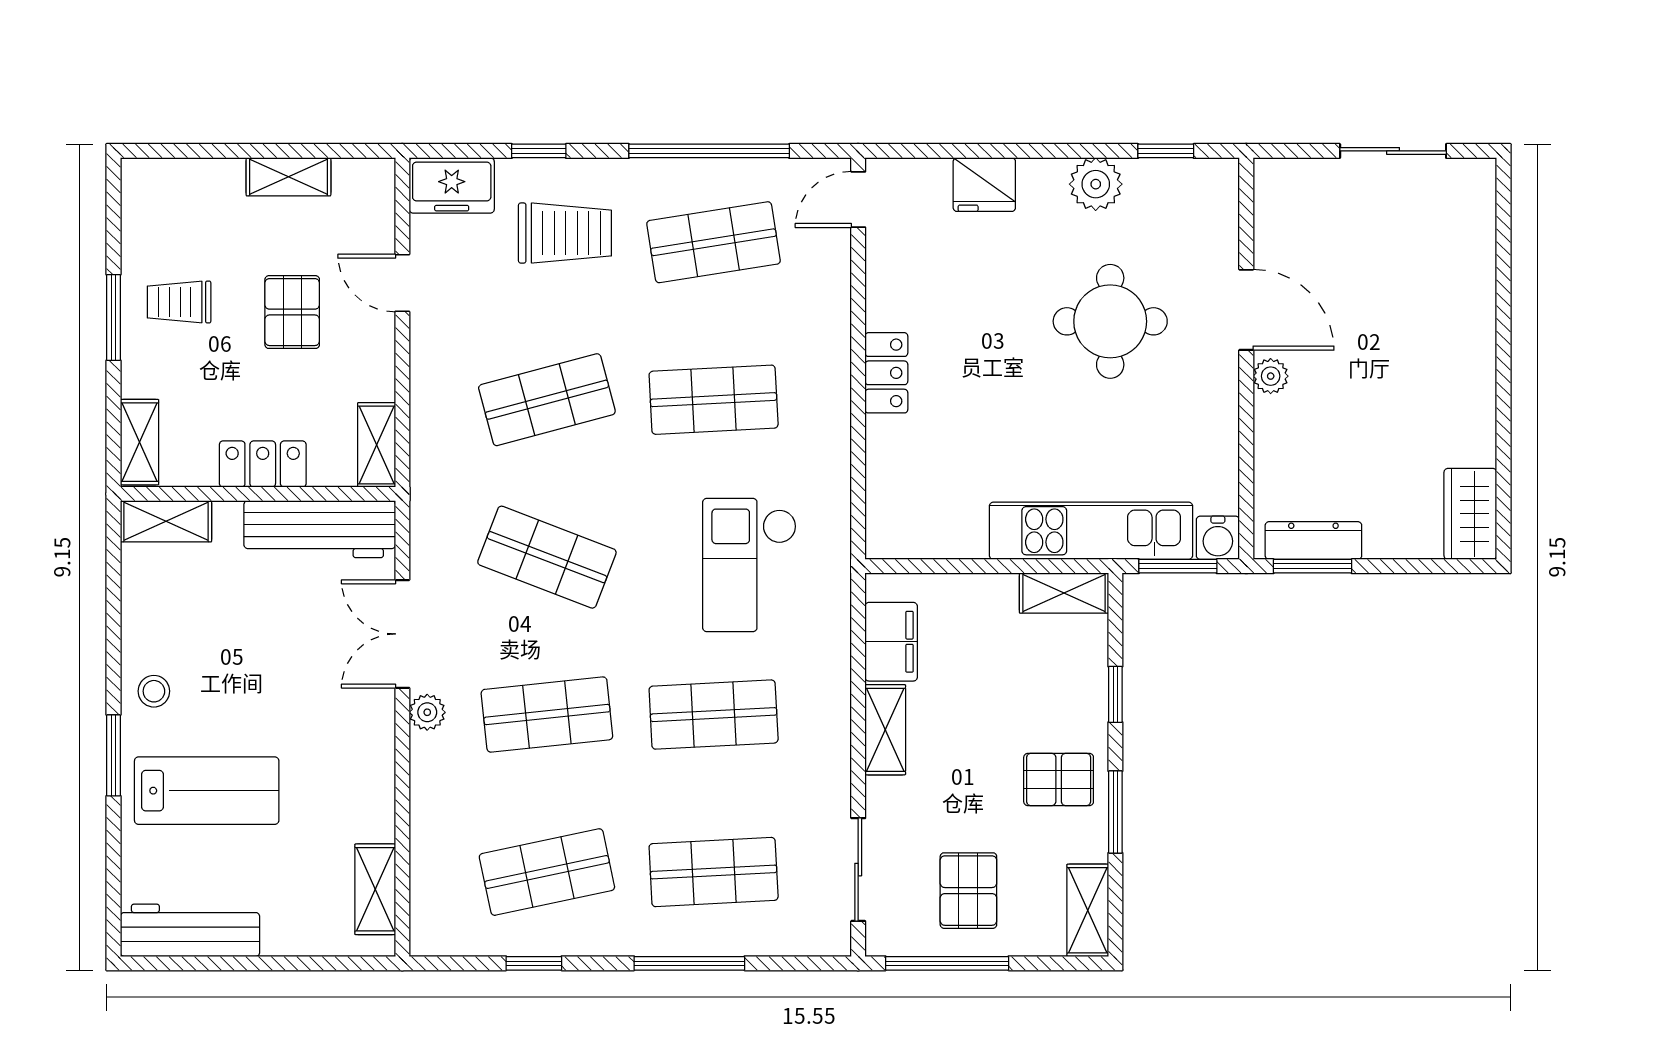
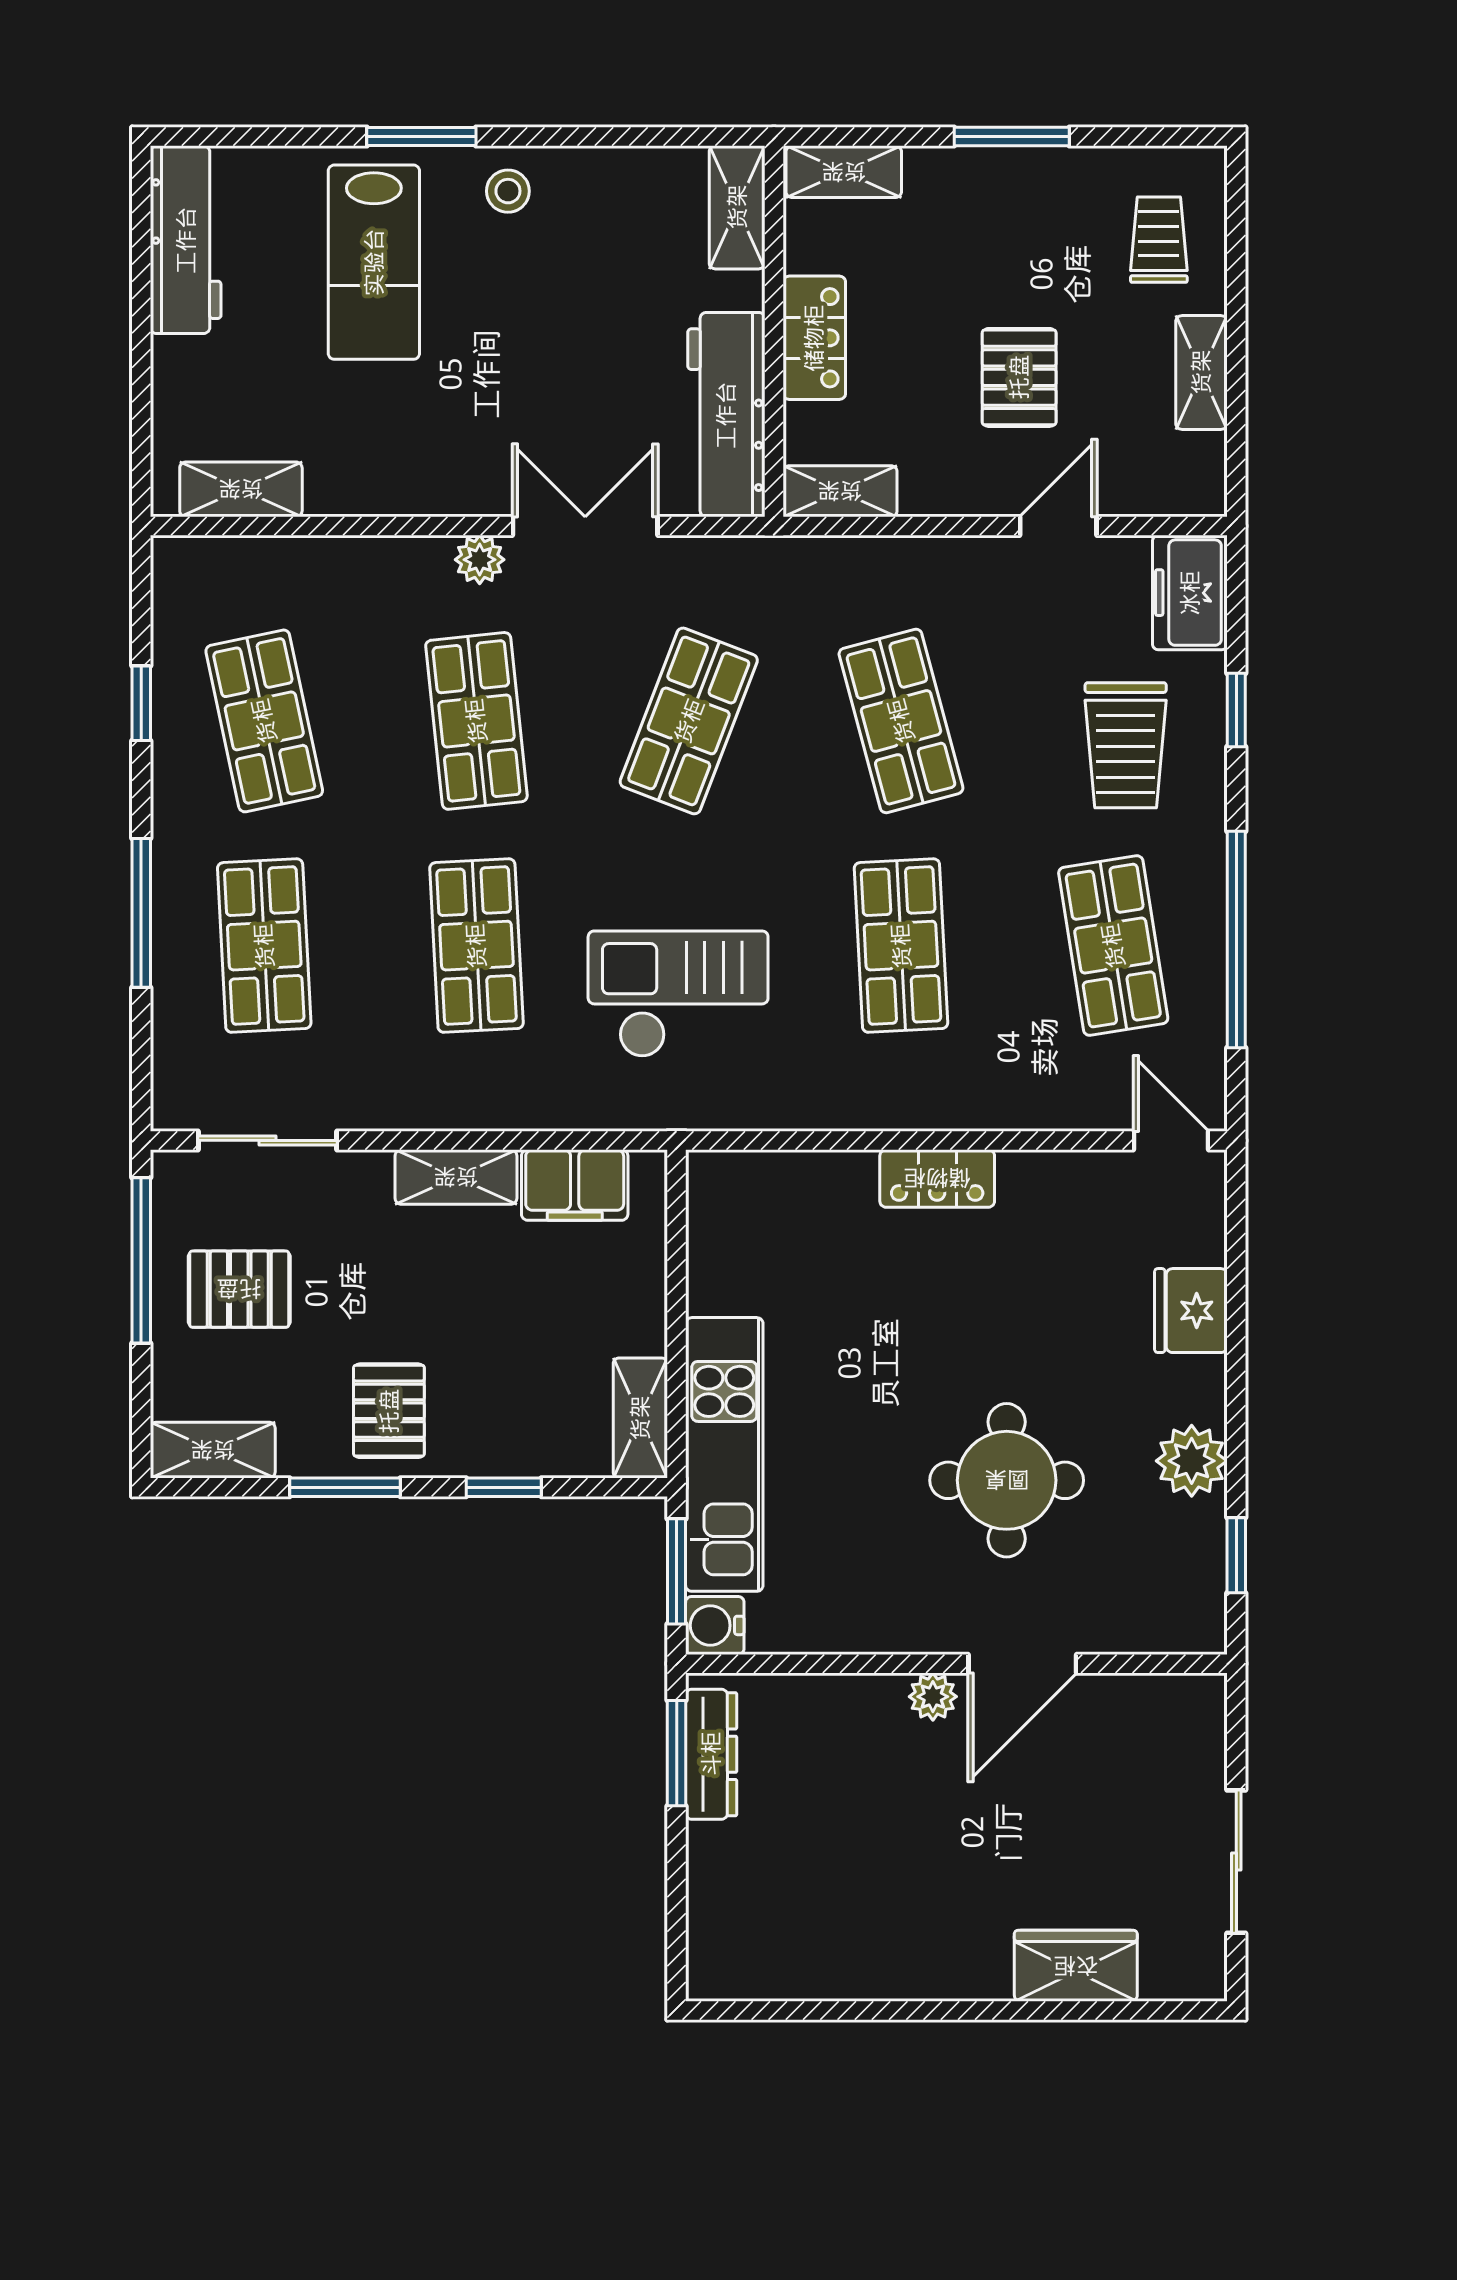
trolley: (179, 302) -> (1159, 240), moved
pallet: (292, 312) -> (1019, 377), turned 90
wardrobe: (1470, 514) -> (1076, 1966), moved

